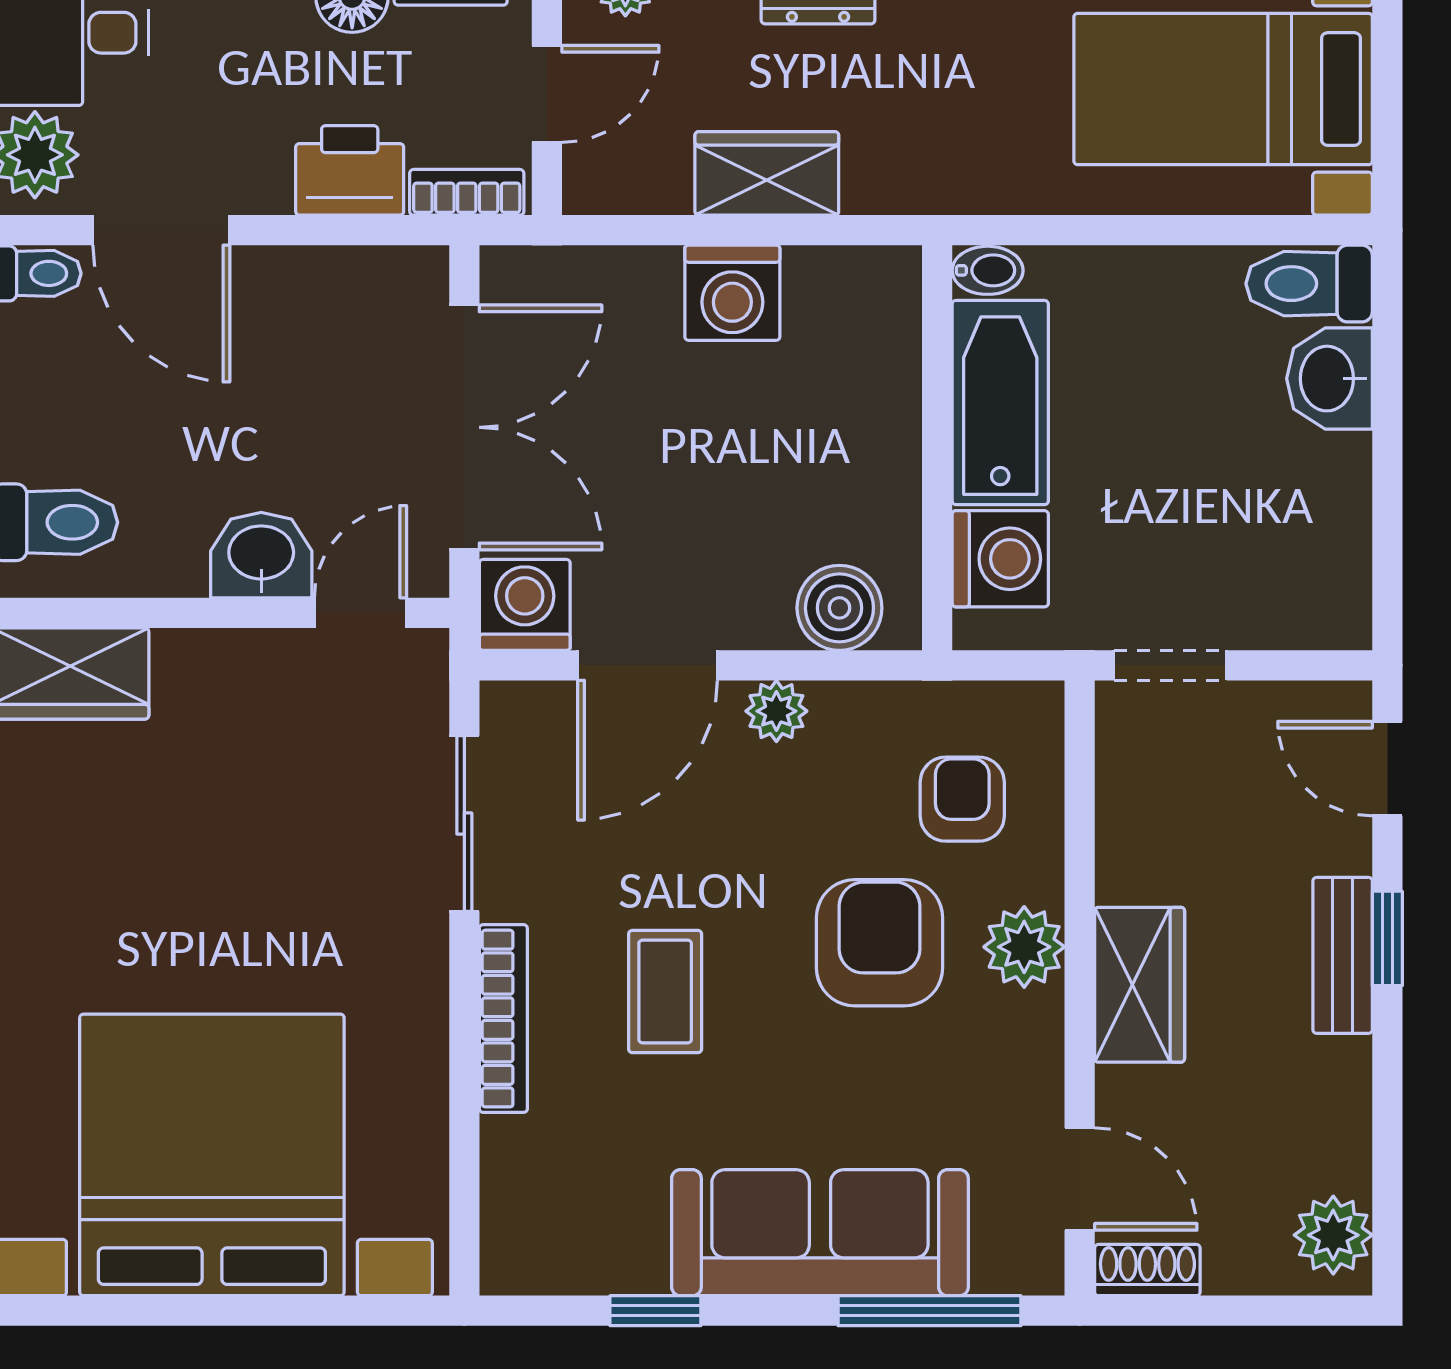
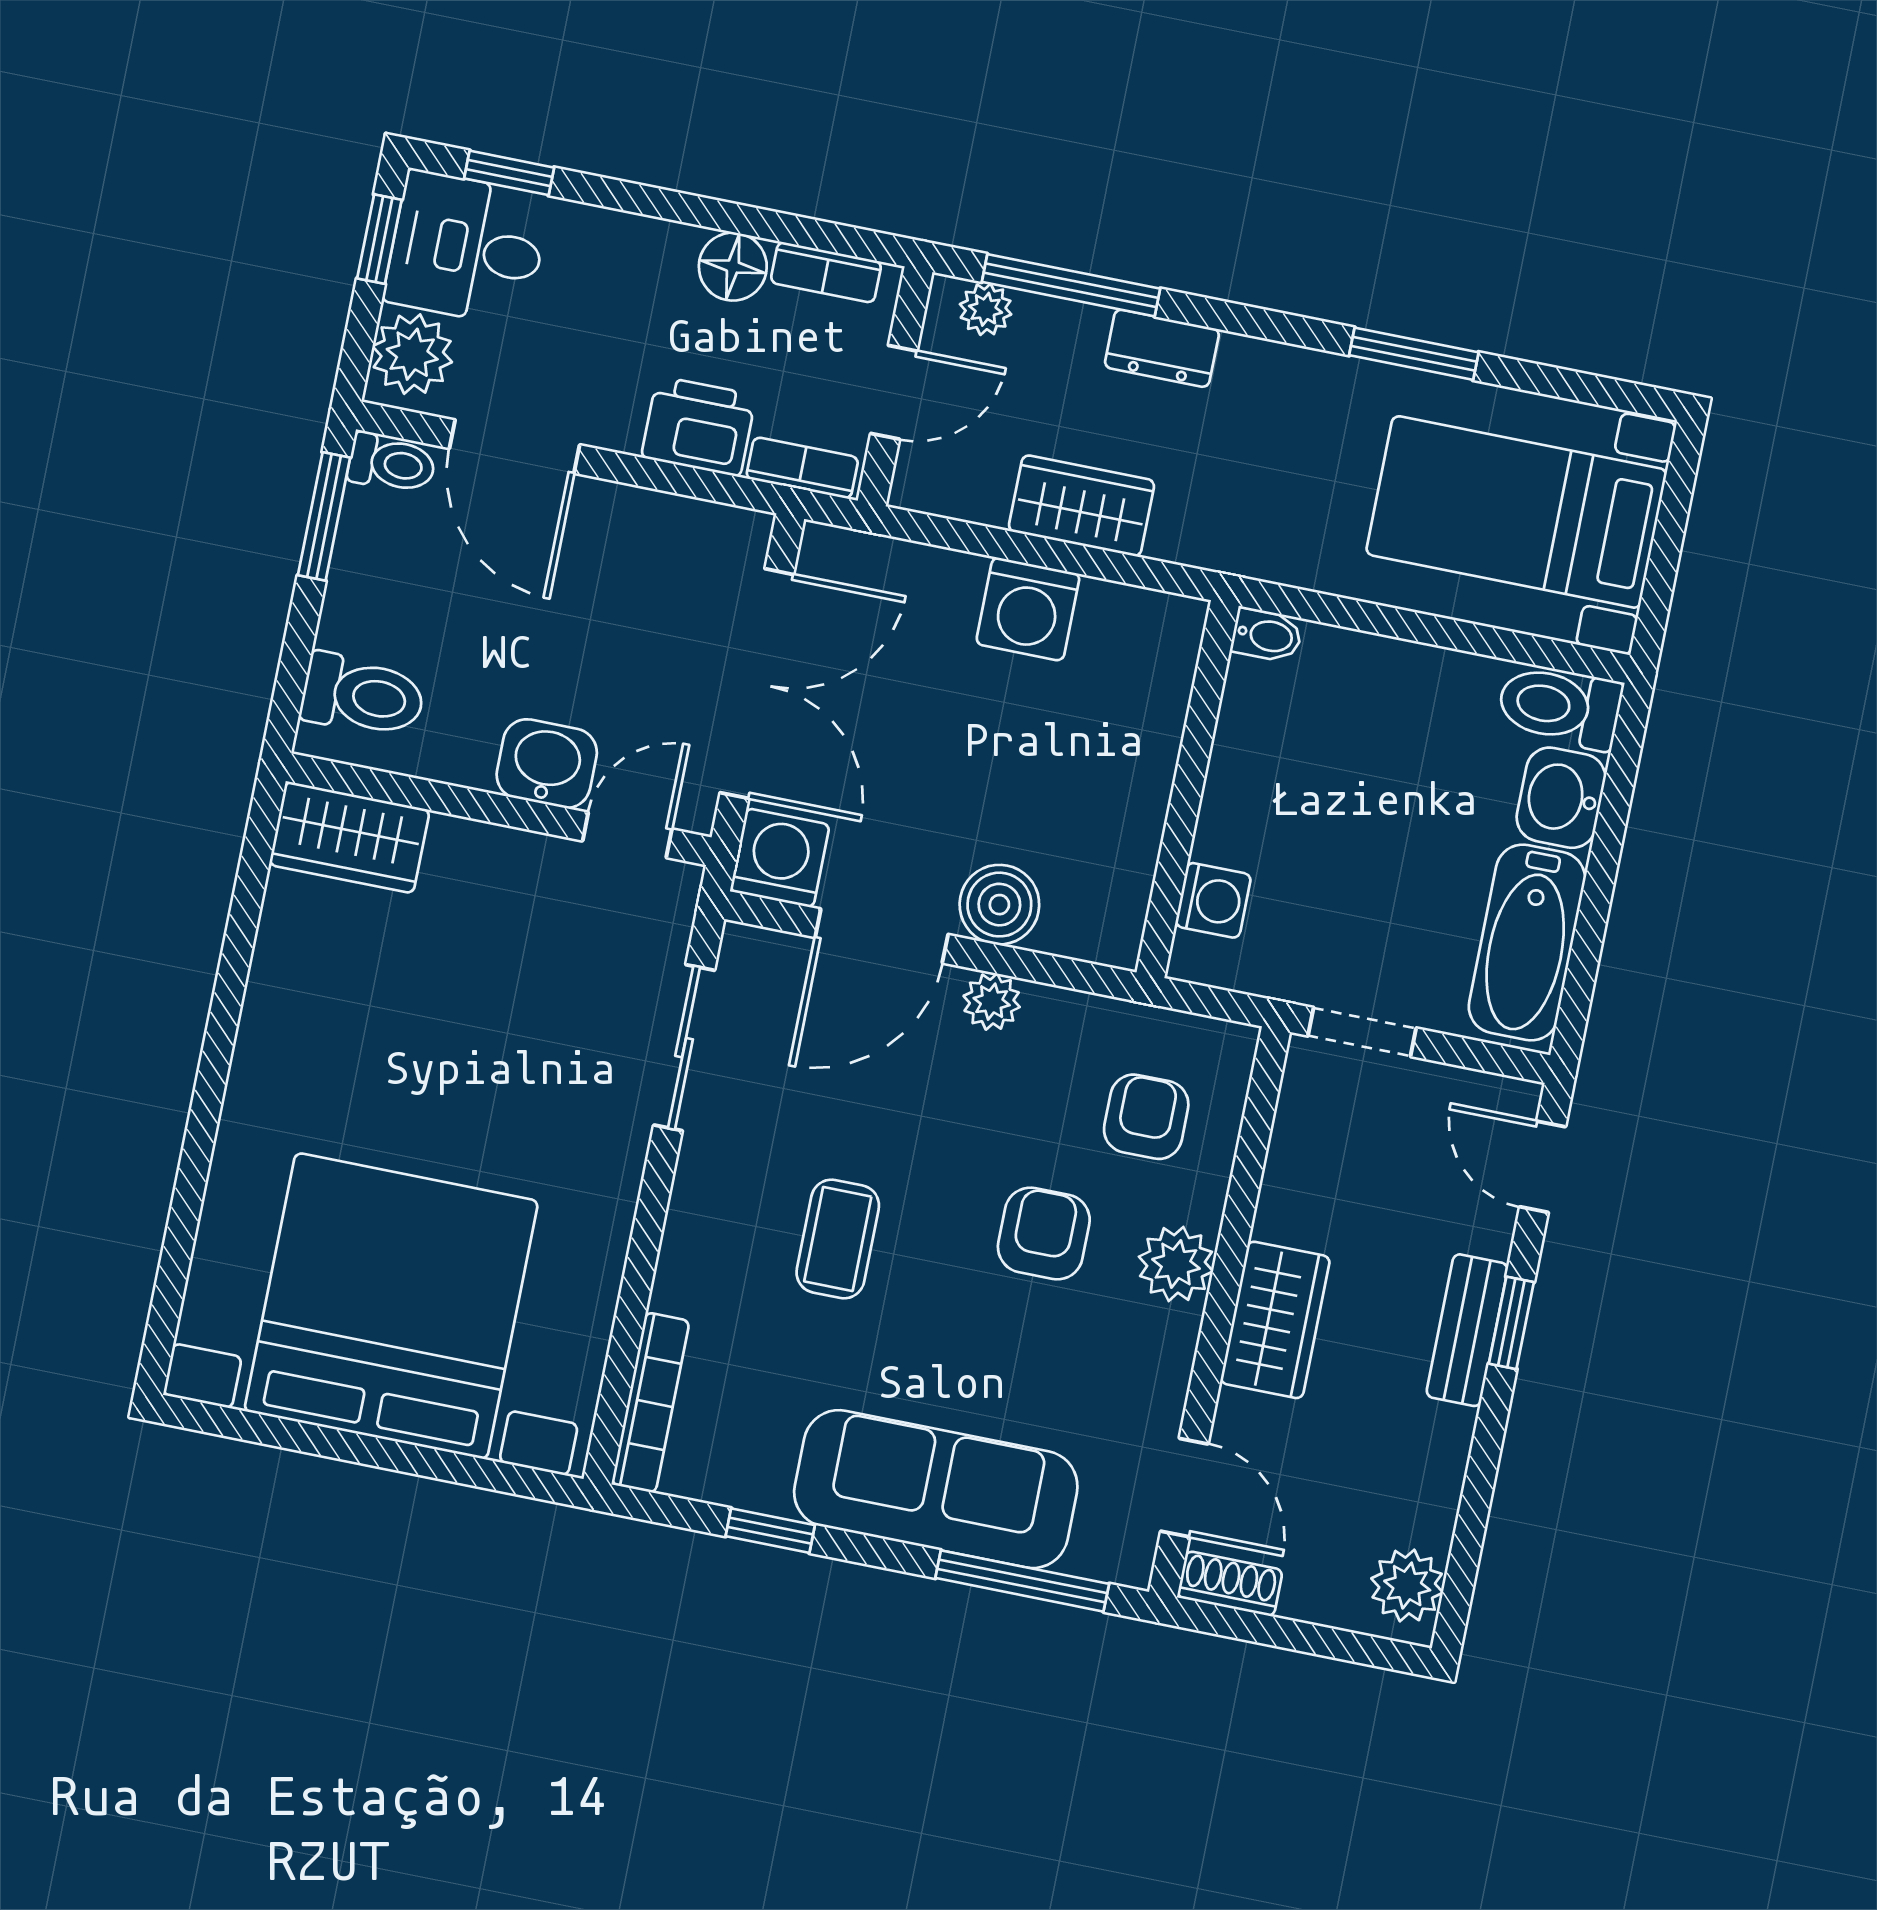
bathtub: (1000, 403) -> (1527, 943), moved, turned 180
washing machine: (1000, 559) -> (1213, 900), width x0.73, depth x0.73
boiler: (839, 608) -> (999, 905), moved
armchair: (880, 943) -> (1044, 1234), width x0.72, depth x0.72
bookcase: (503, 1019) -> (650, 1403), moved

